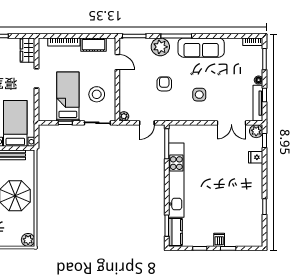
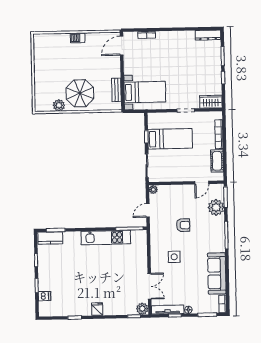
plant: (160, 47) -> (216, 207), moved
sofa: (201, 48) -> (217, 273), moved
stool: (97, 94) -> (172, 165), removed
door: (147, 123) -> (148, 210), hinge flipped
double door: (231, 123) -> (149, 286), swing flipped
fridge: (256, 157) -> (97, 309), moved
kitchen unit: (176, 180) -> (106, 238), width x0.73
plant: (28, 240) -> (59, 105), moved
dishwasher: (219, 240) -> (44, 296), moved

